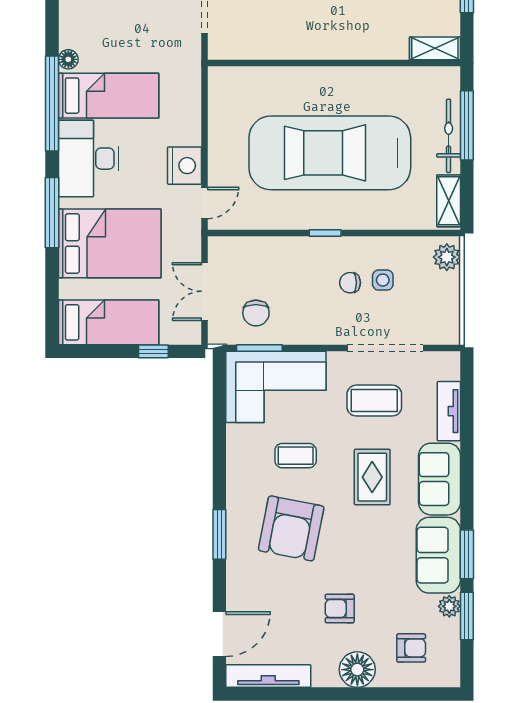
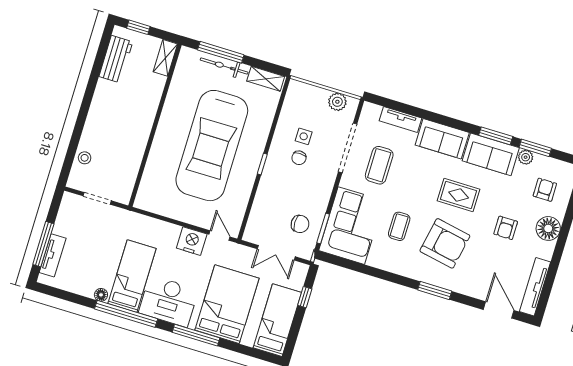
plant: (447, 257) -> (337, 102), moved
rug: (372, 477) -> (459, 195), moved

